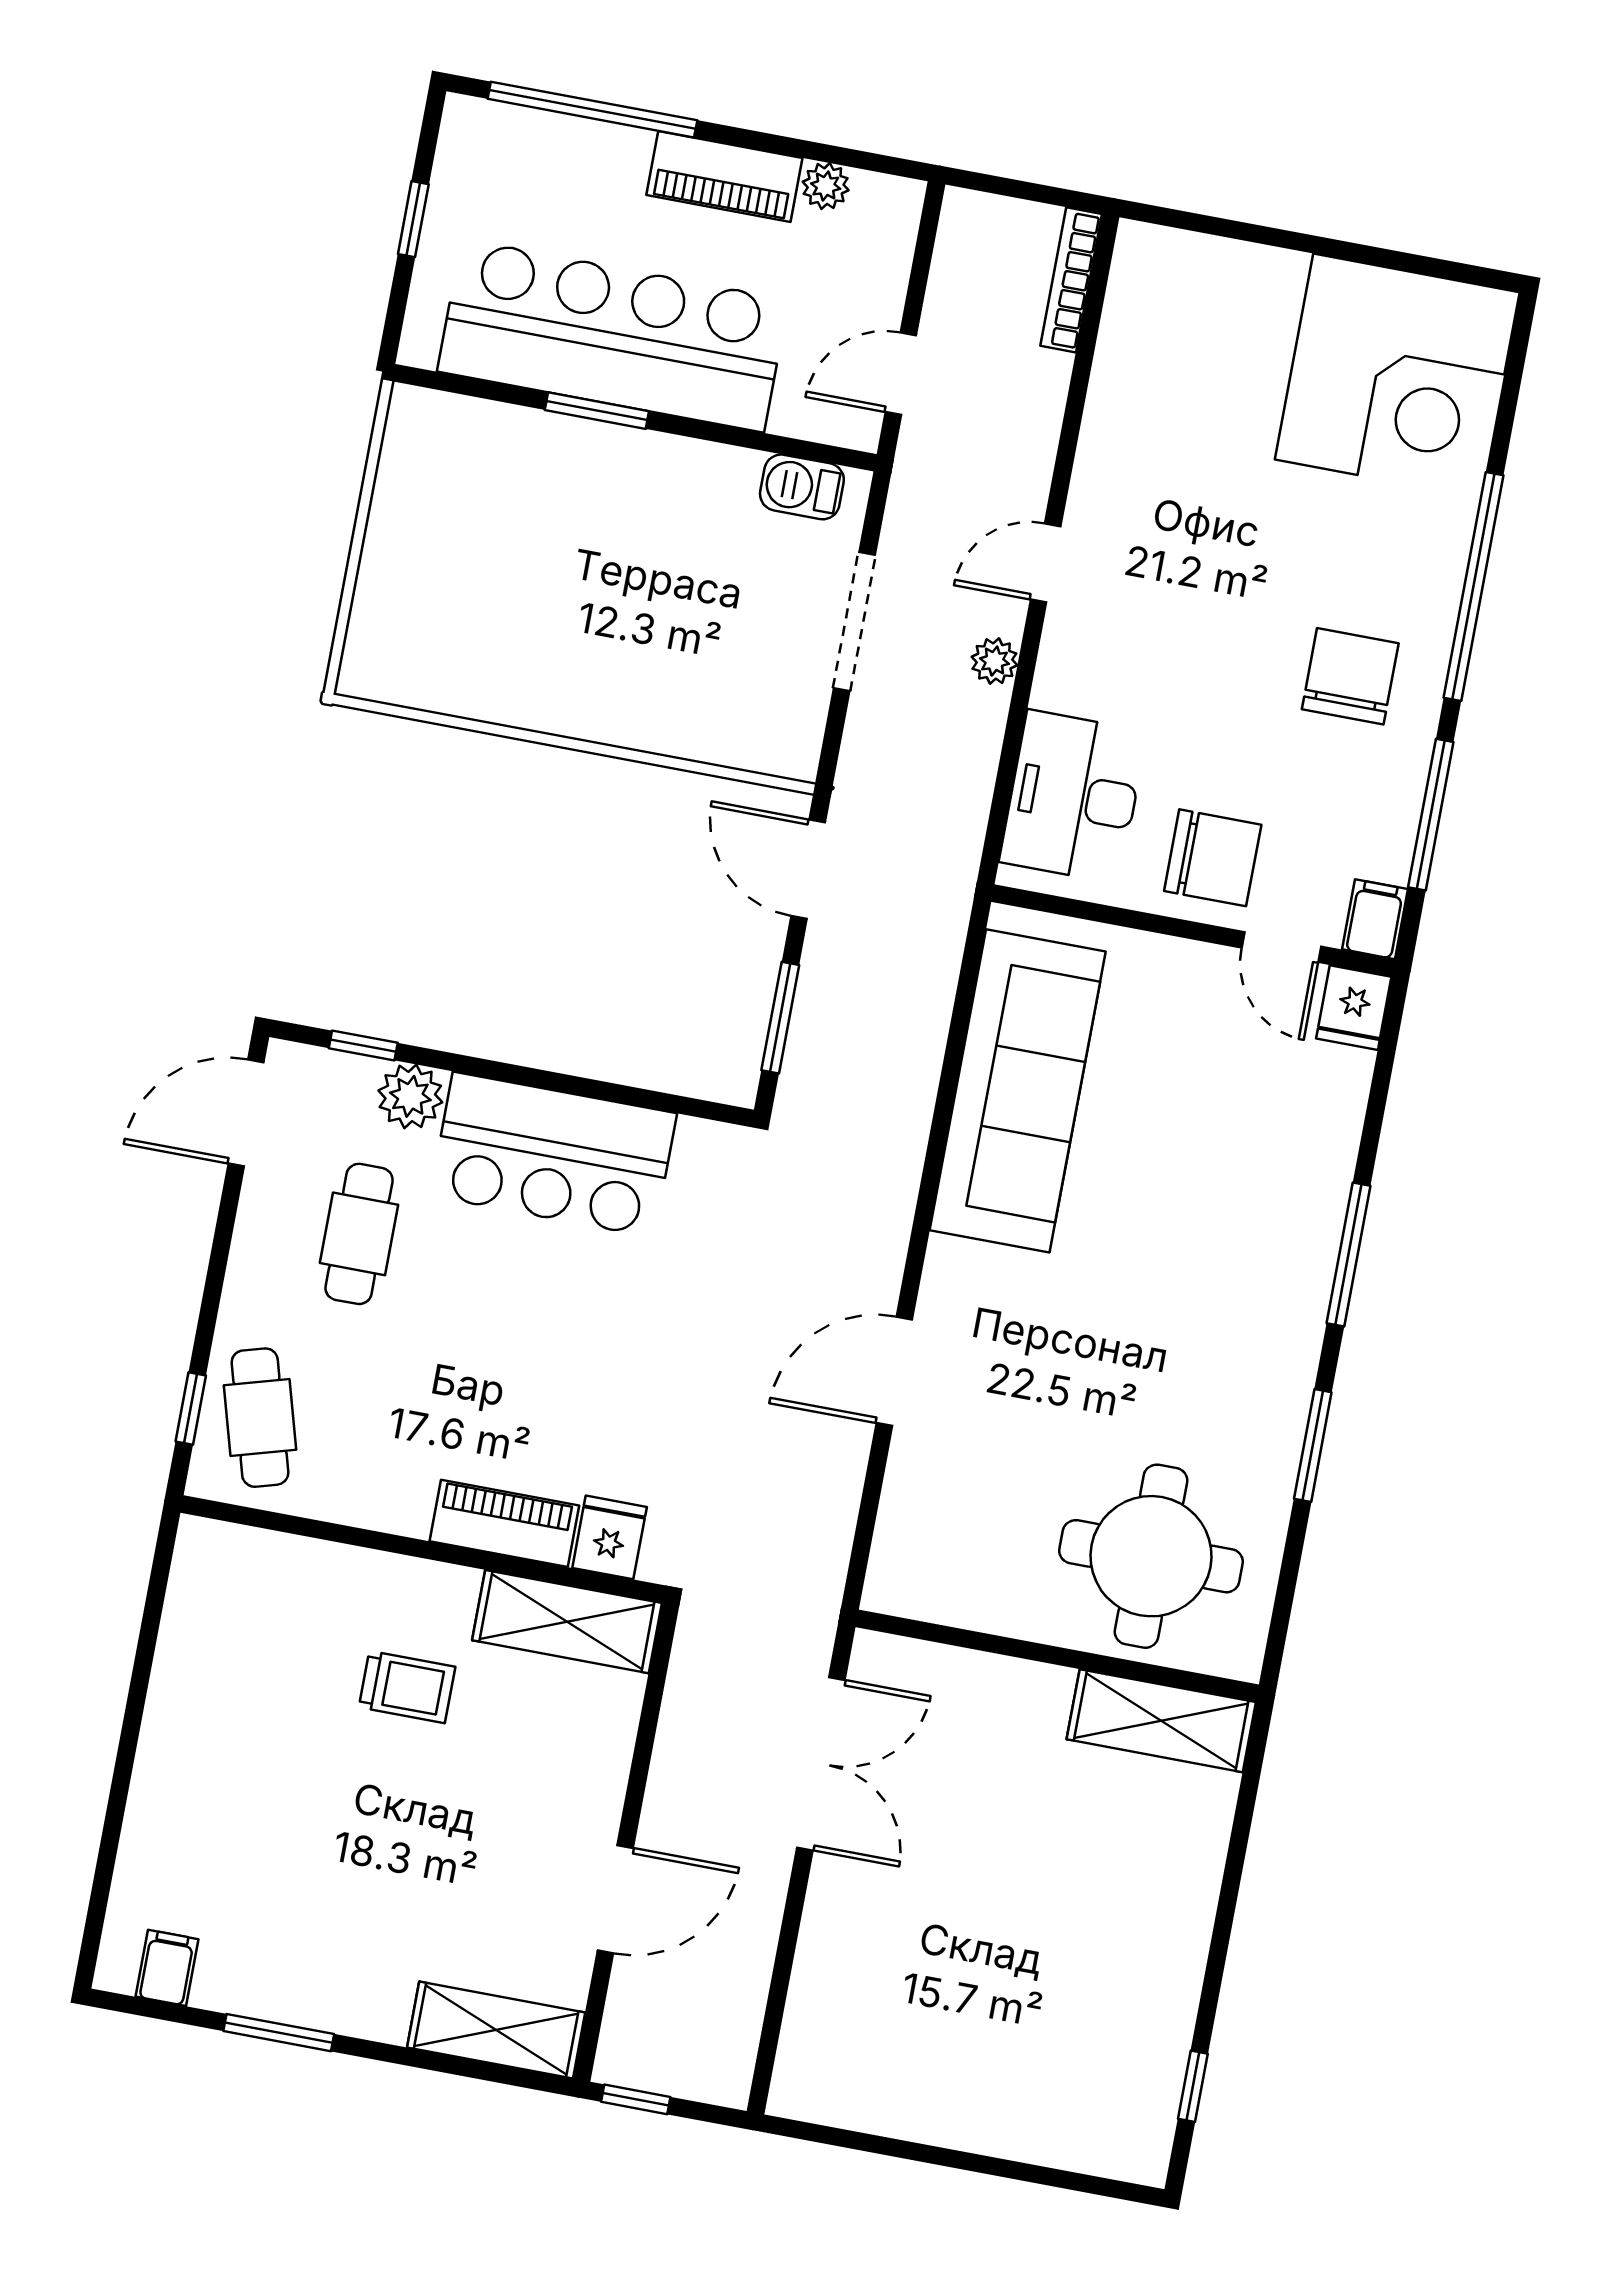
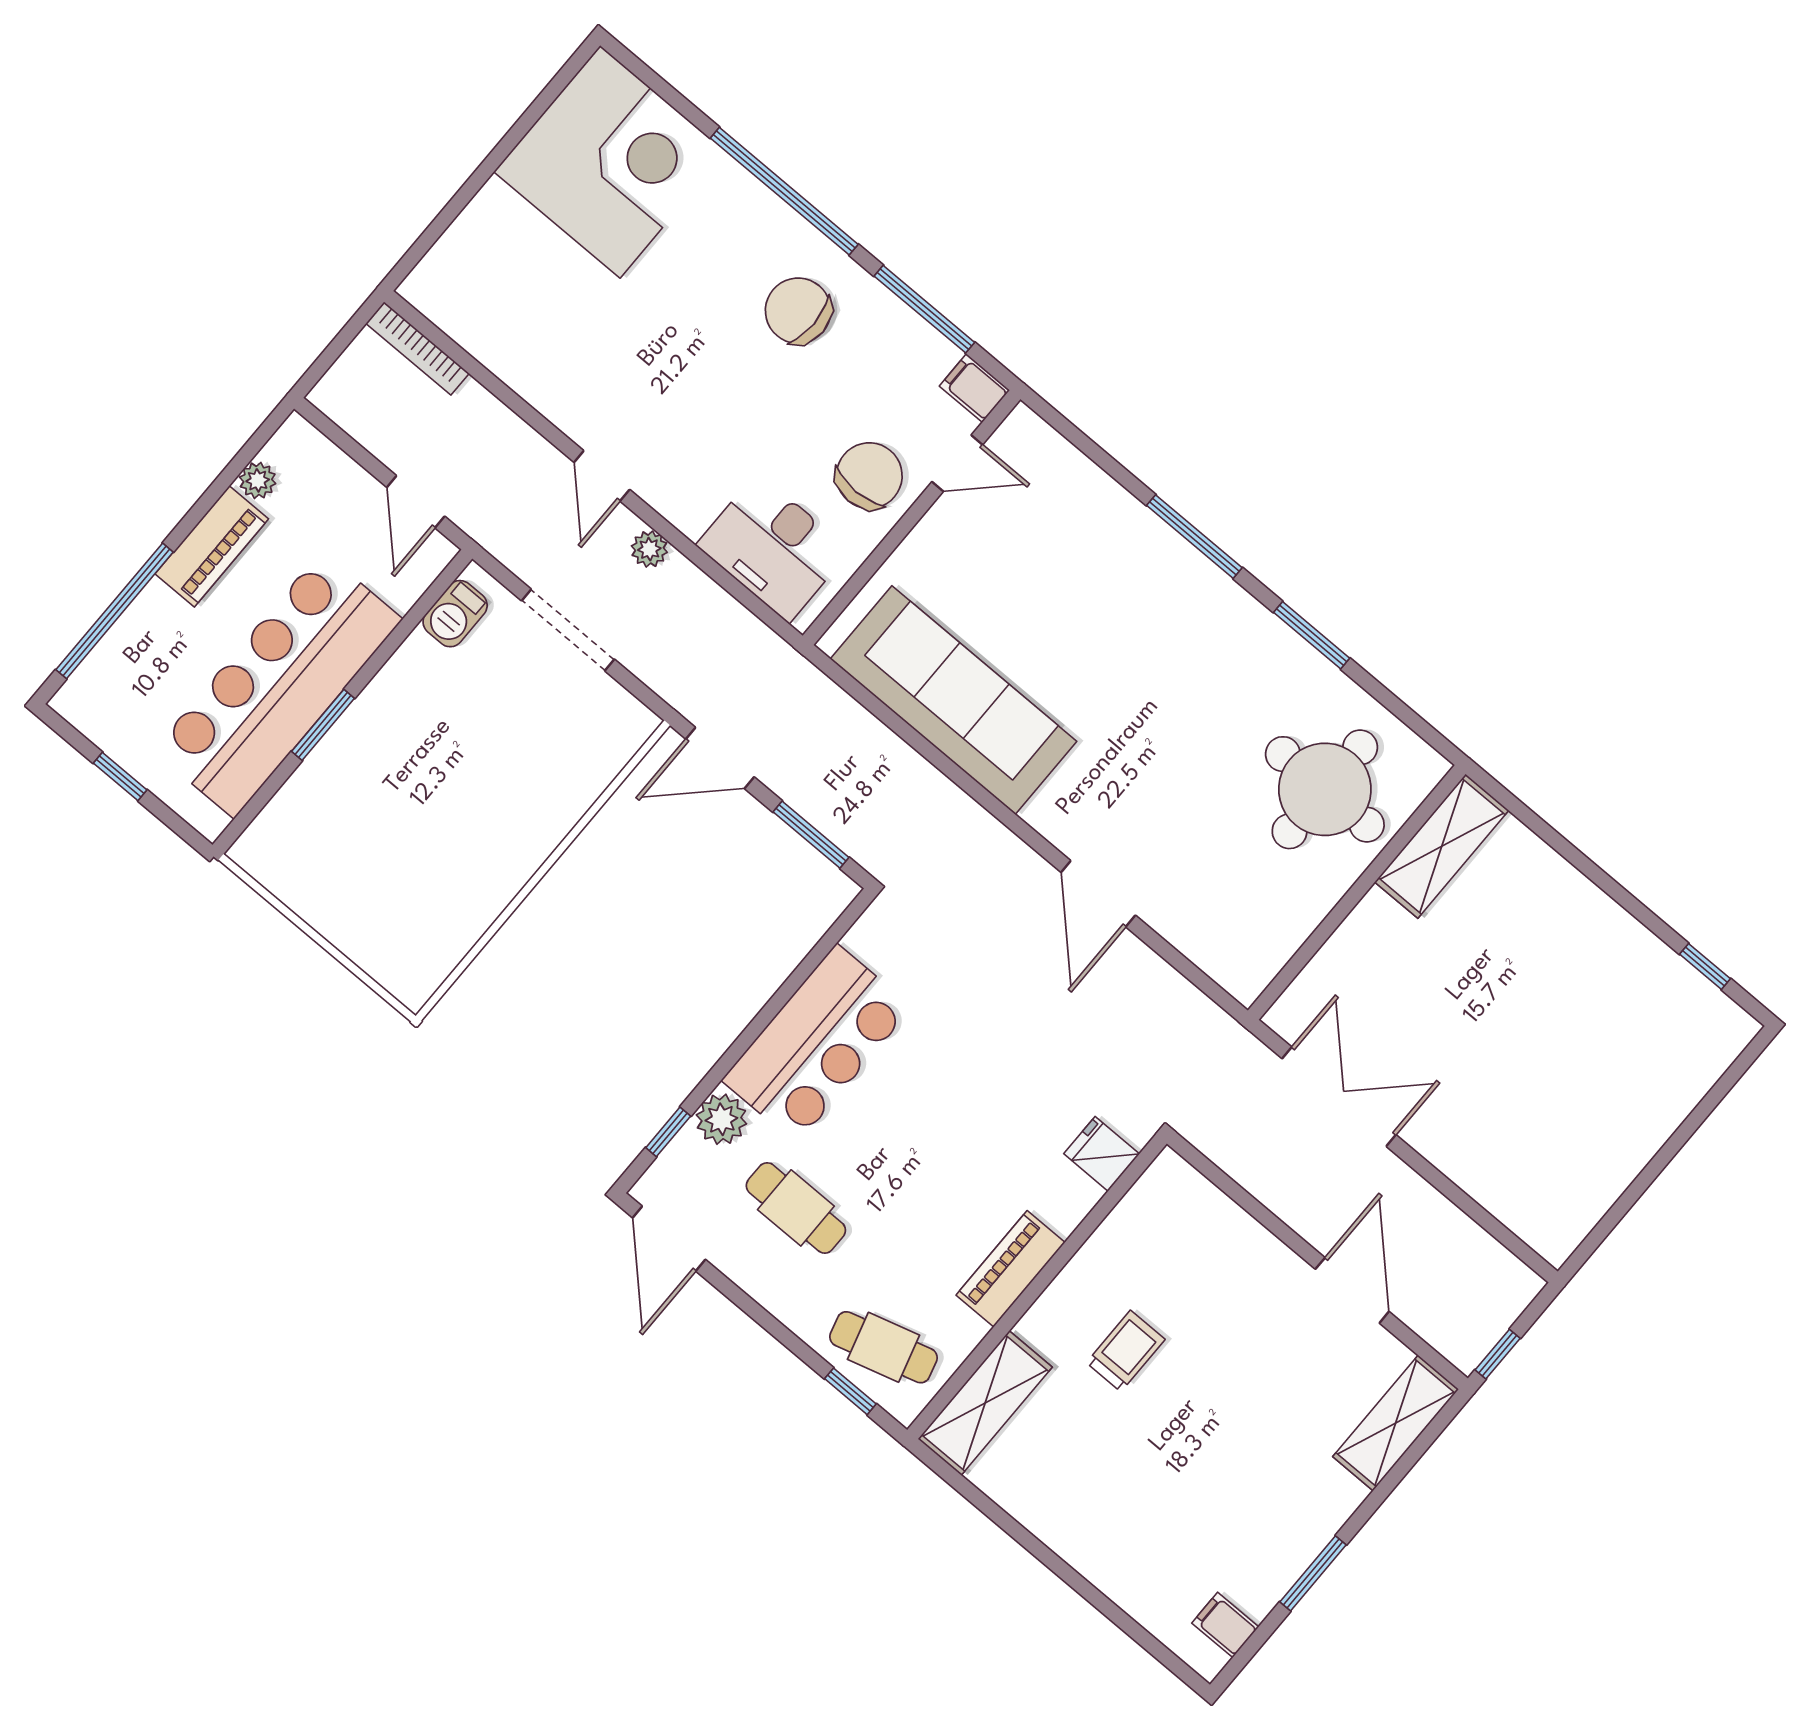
fridge: (1354, 1008) -> (1027, 437), removed
piano: (504, 1523) -> (1011, 1269), moved
shelving: (567, 1622) -> (985, 1403), moved

